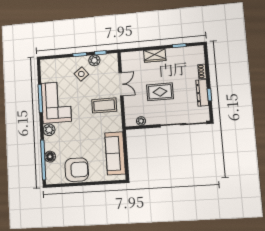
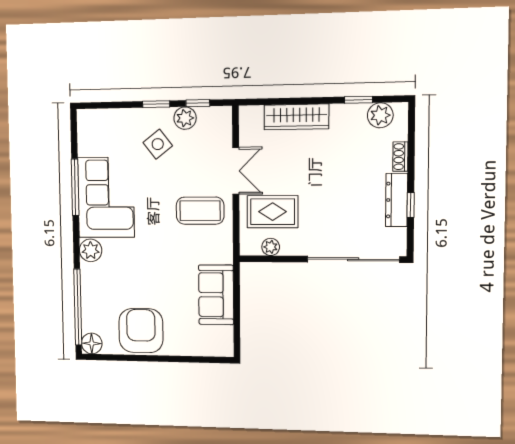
plant: (190, 52) -> (380, 115), added
wardrobe: (155, 55) -> (296, 117), width x1.50
rug: (160, 92) -> (273, 212), moved
sofa: (115, 153) -> (216, 295), width x0.73
floor lamp: (50, 157) -> (92, 343), moved
armchair: (77, 170) -> (141, 331), turned -90

